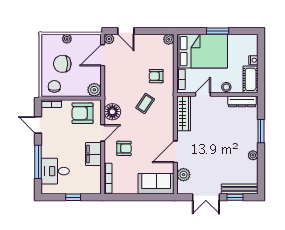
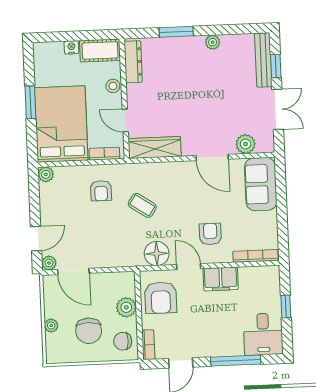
plant: (94, 90) -> (126, 307), moved
desk: (55, 171) -> (263, 334), moved

